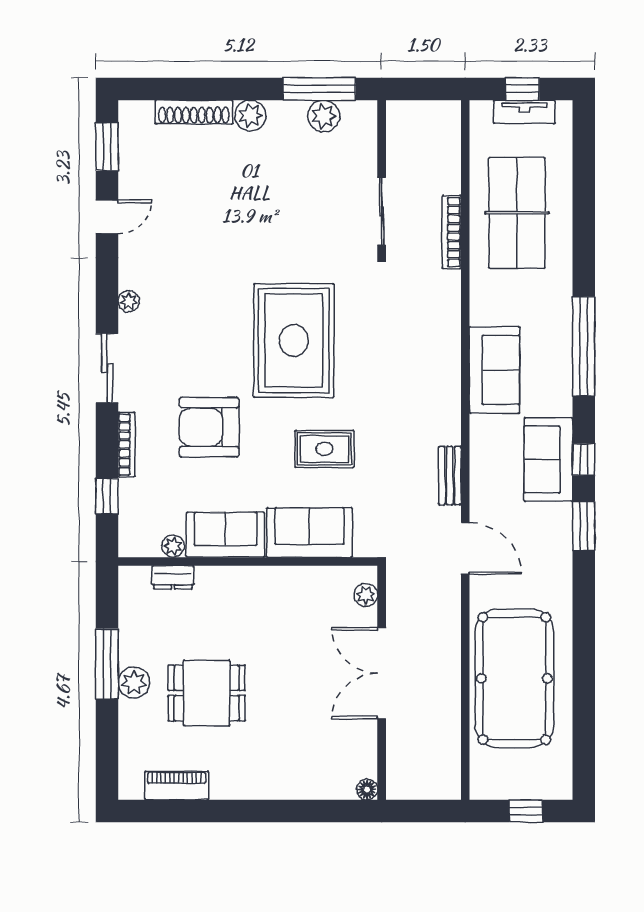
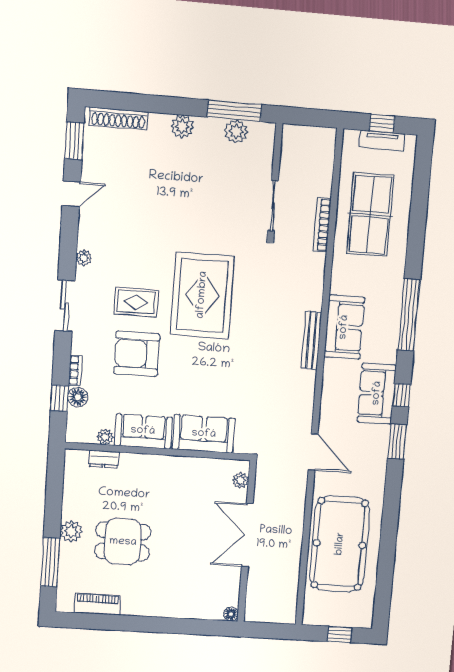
shoe rack: (194, 112) -> (118, 118), moved
bookcase: (126, 444) -> (75, 370), width x0.64
rug: (324, 449) -> (136, 302), moved
bench: (450, 476) -> (311, 340), moved, width x1.36
floor lamp: (132, 493) -> (78, 397), added
window: (107, 664) -> (50, 562), moved

